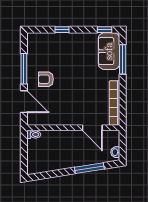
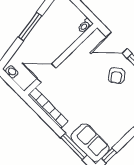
armchair: (46, 79) -> (117, 76), turned 143
window: (89, 168) -> (30, 27), moved

